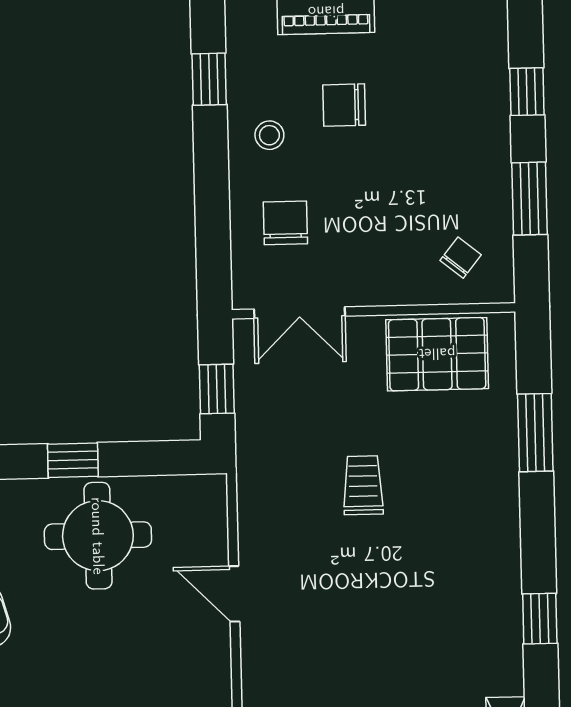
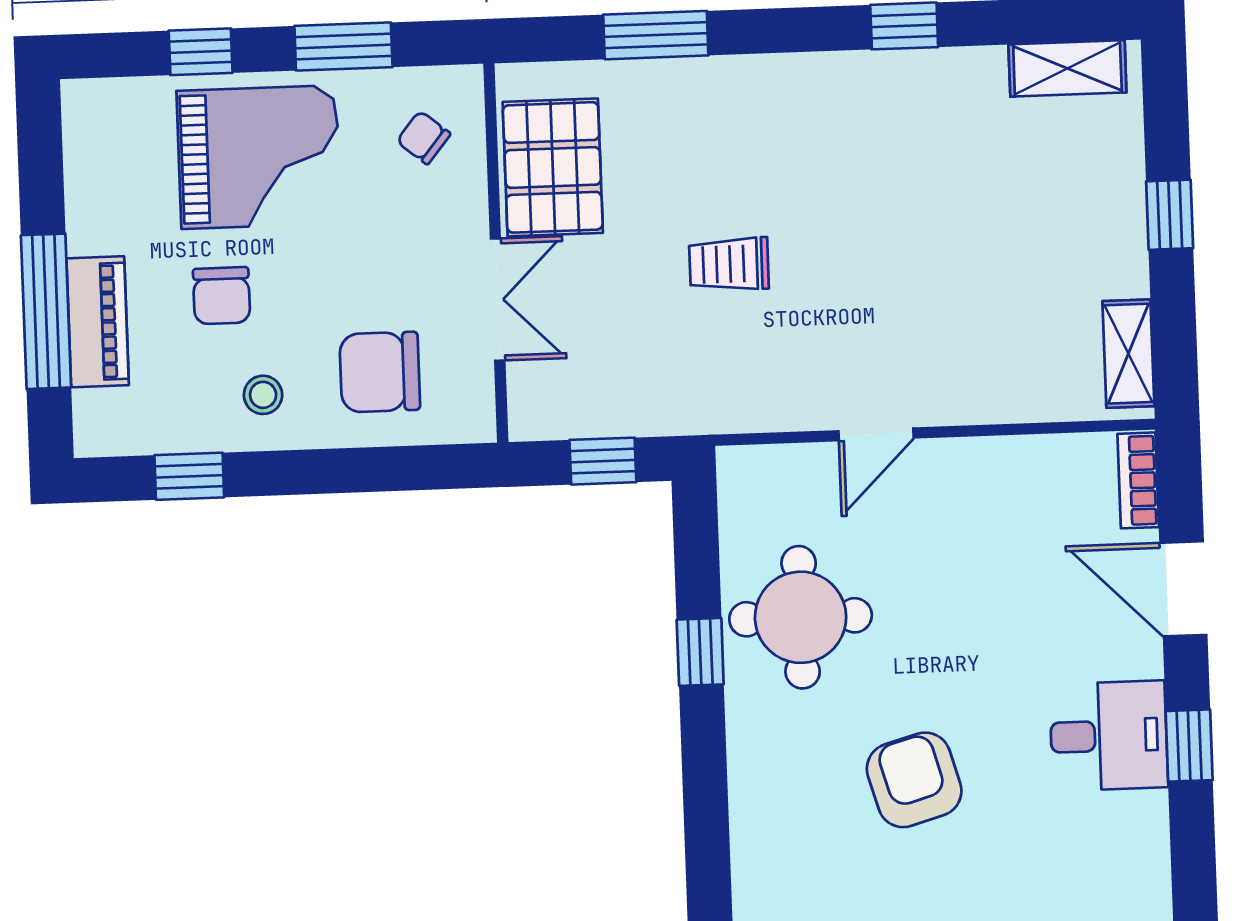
grand piano: (448, 134) -> (259, 157), added
chair: (285, 223) -> (380, 372), width x1.37, depth x1.37
double door: (299, 313) -> (498, 300), moved

